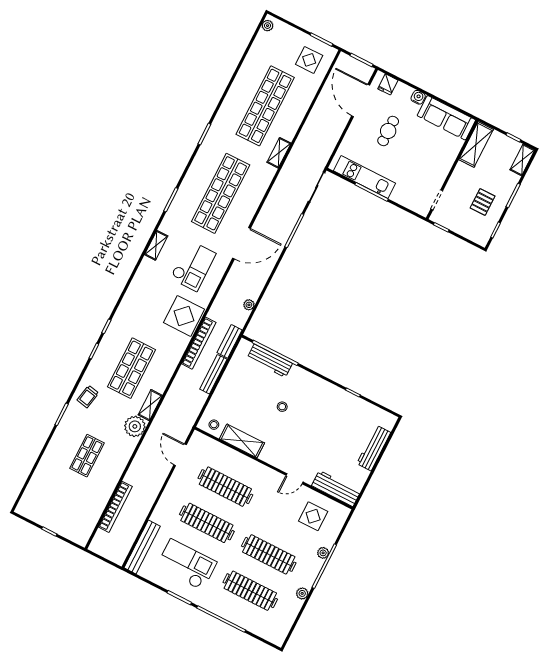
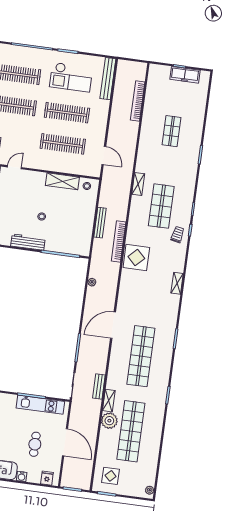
door: (361, 100) -> (65, 442), moved
shelving: (156, 245) -> (177, 283), moved
checkout: (193, 266) -> (143, 296), removed
bench: (230, 341) -> (99, 387), moved
workbench: (270, 361) -> (28, 242), moved
trolley: (88, 397) -> (178, 234), moved
plant: (135, 426) -> (109, 421), moved
freezer: (46, 519) -> (185, 75), added

